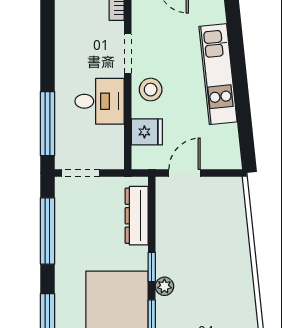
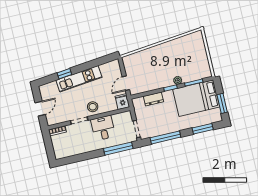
window: (236, 45) -> (64, 74), added
fridge: (147, 132) -> (122, 102), moved
door: (185, 173) -> (126, 83), hinge flipped
dresser: (137, 216) -> (153, 99), width x0.70

